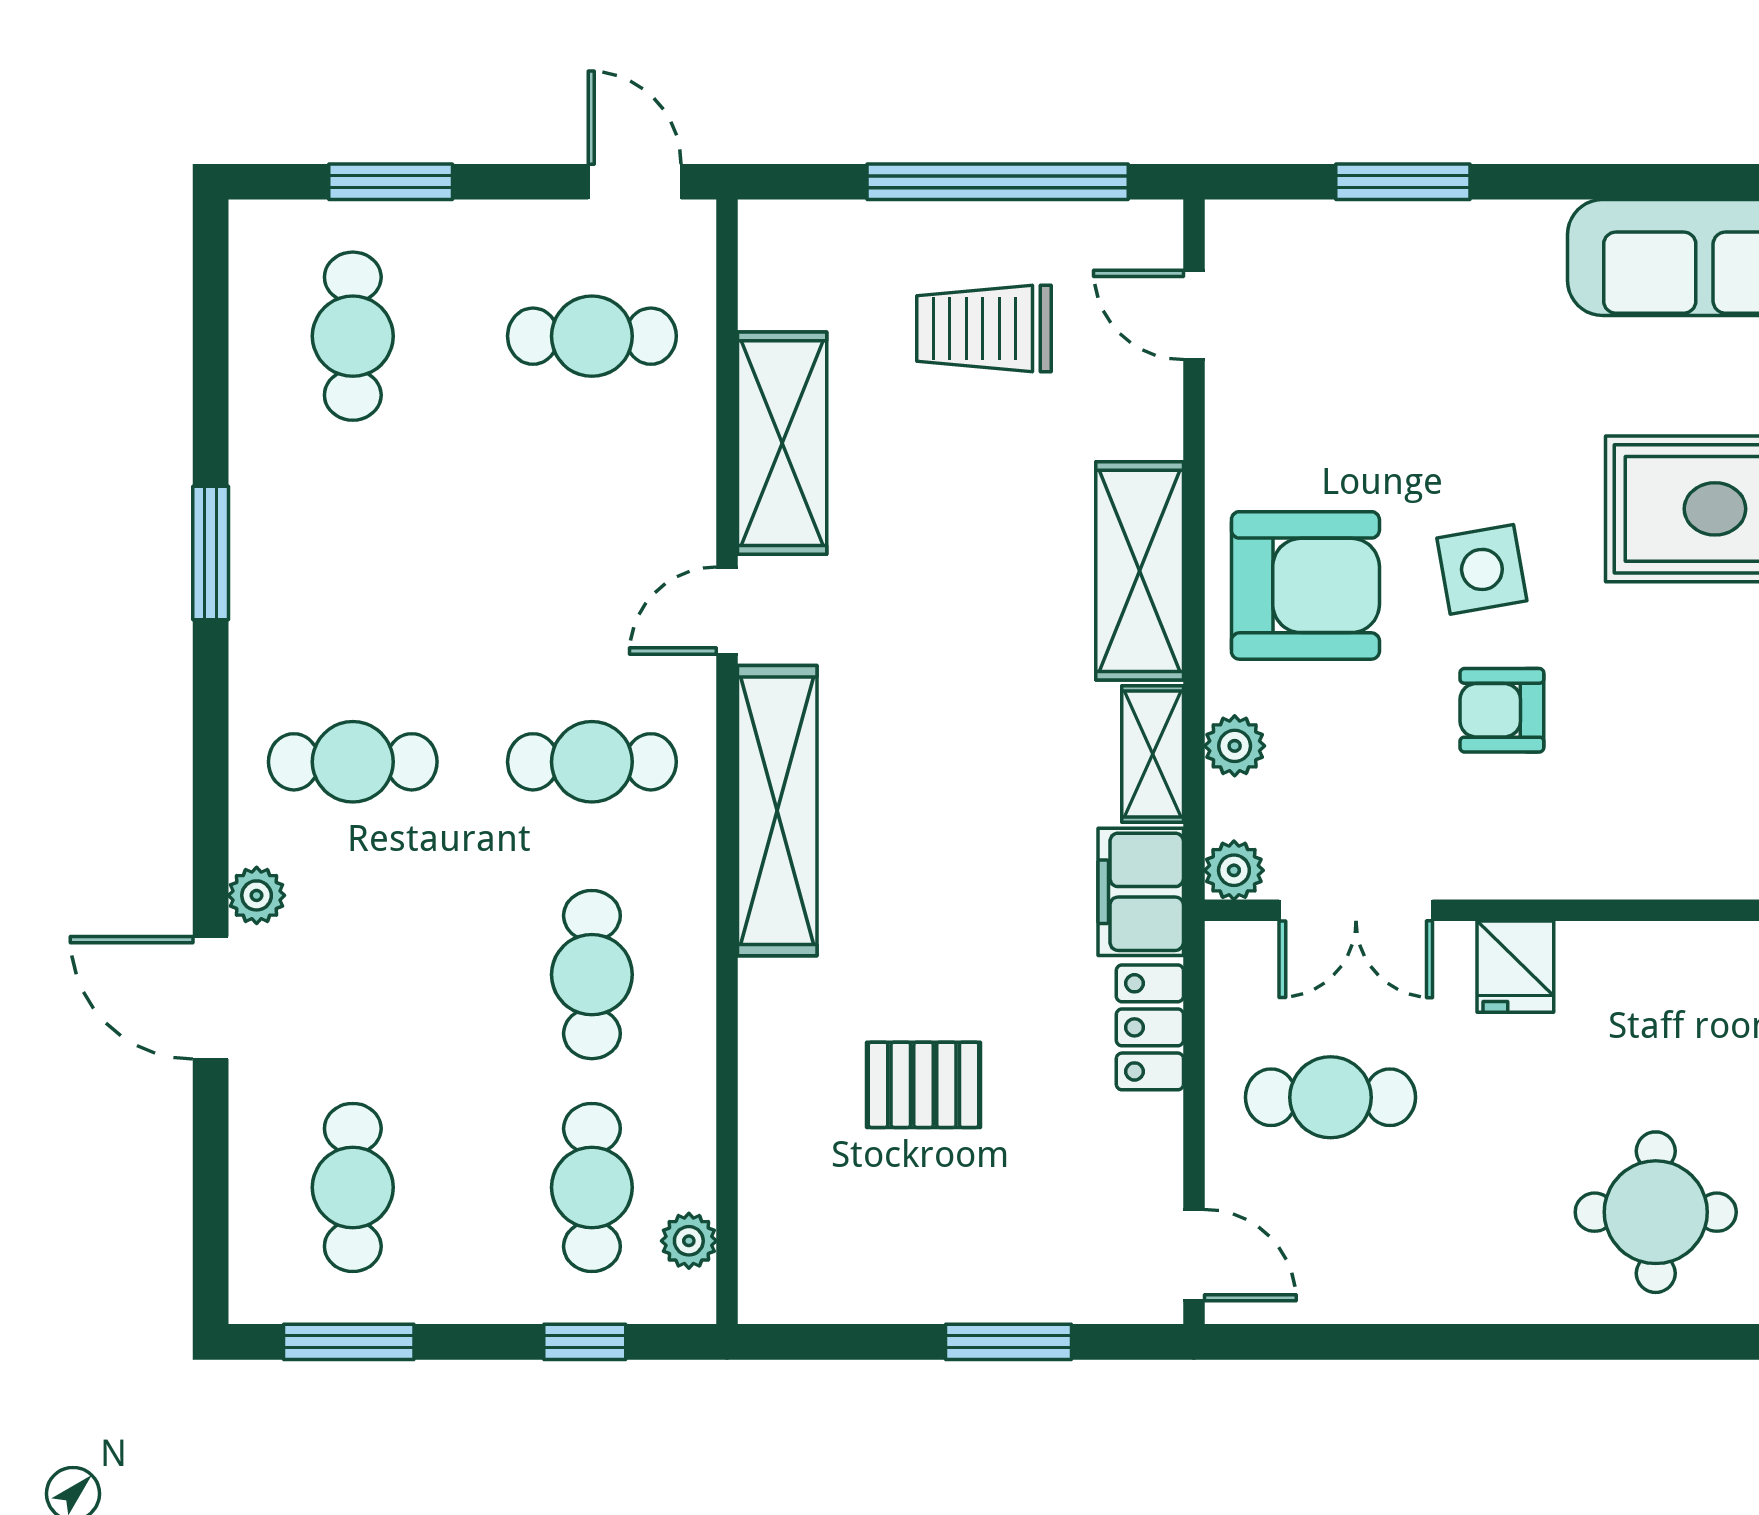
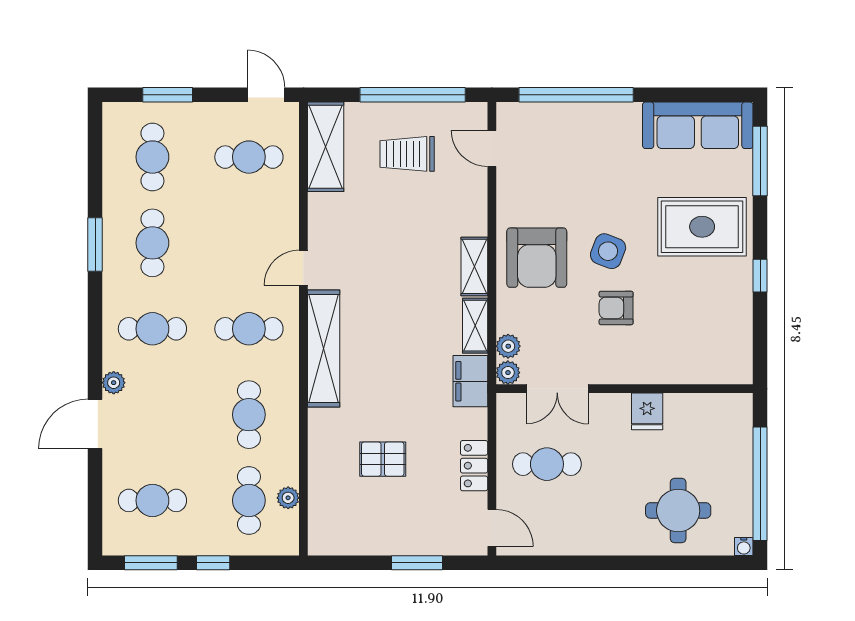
window: (1403, 182) -> (576, 95), width x2.11
shelving: (782, 443) -> (326, 147), moved
cafe table: (353, 549) -> (152, 243), added
side table: (1482, 569) -> (608, 251), turned 31
shelving: (1140, 571) -> (474, 266), width x0.67, depth x0.75
armchair: (1305, 585) -> (537, 258), turned 90
plant: (1235, 746) -> (508, 346), moved
fridge: (1515, 967) -> (647, 411), moved
door: (211, 998) -> (95, 424), hinge flipped
locker: (1150, 1027) -> (474, 466), moved
cafe table: (353, 1187) -> (152, 500), turned 90
plant: (689, 1241) -> (288, 498), moved
window: (585, 1342) -> (213, 563), moved

